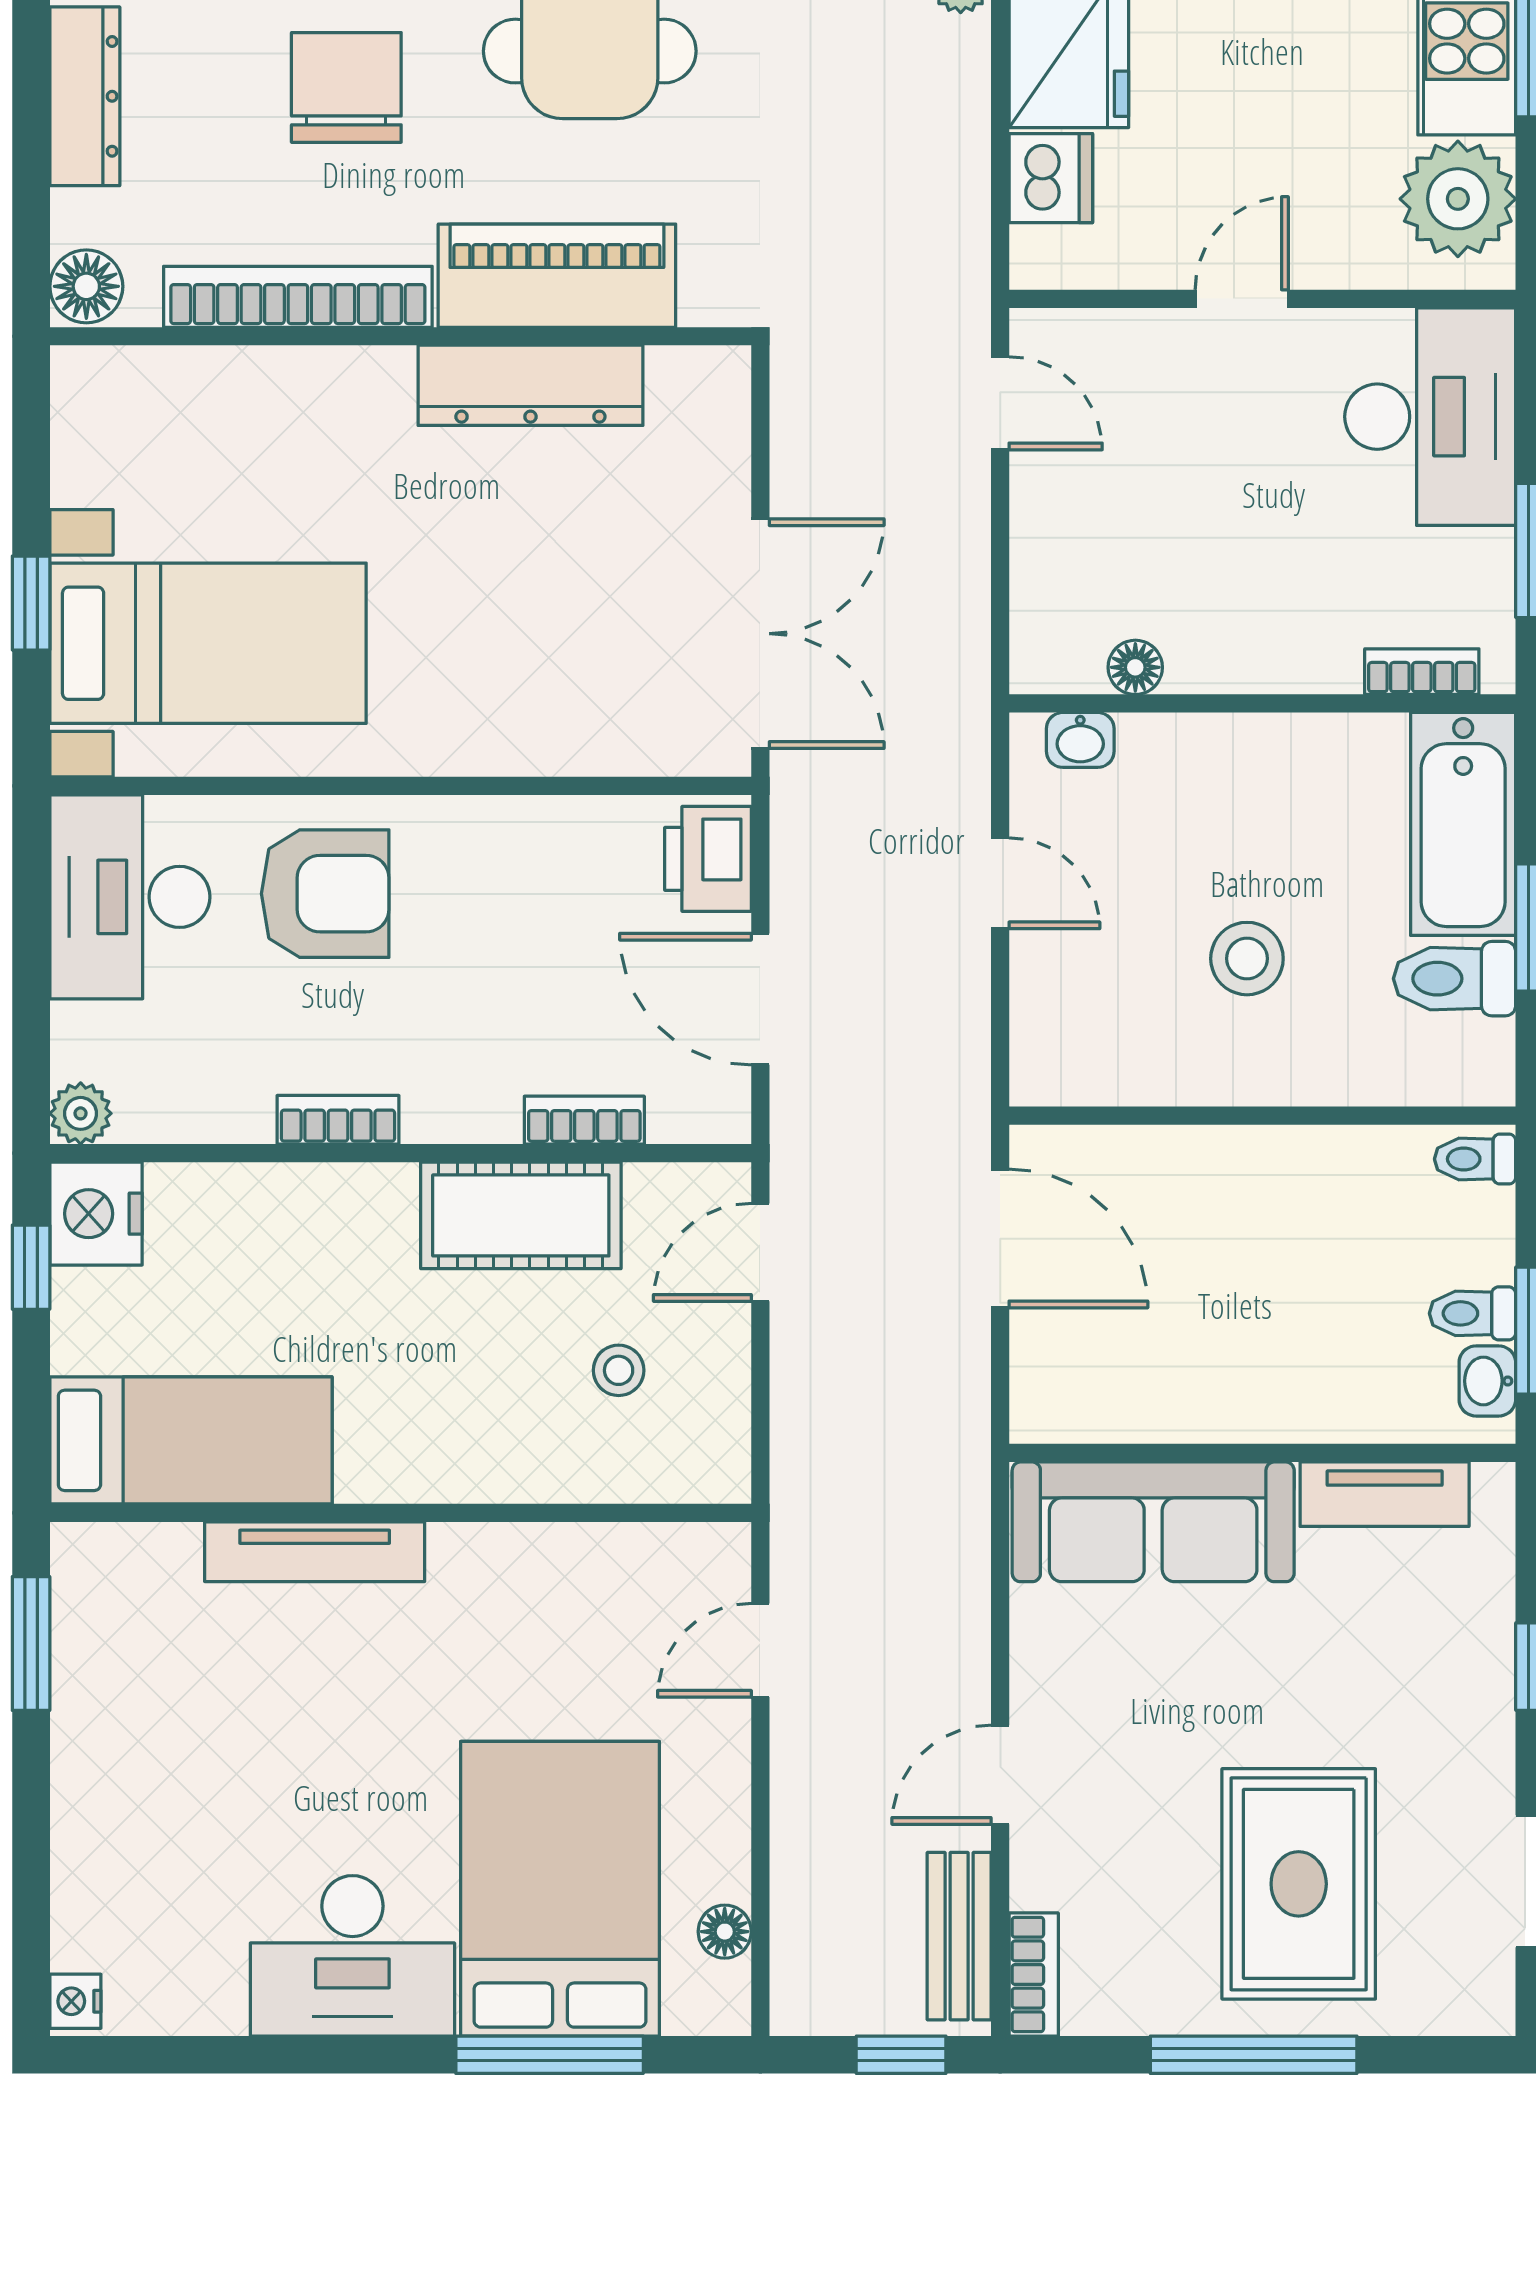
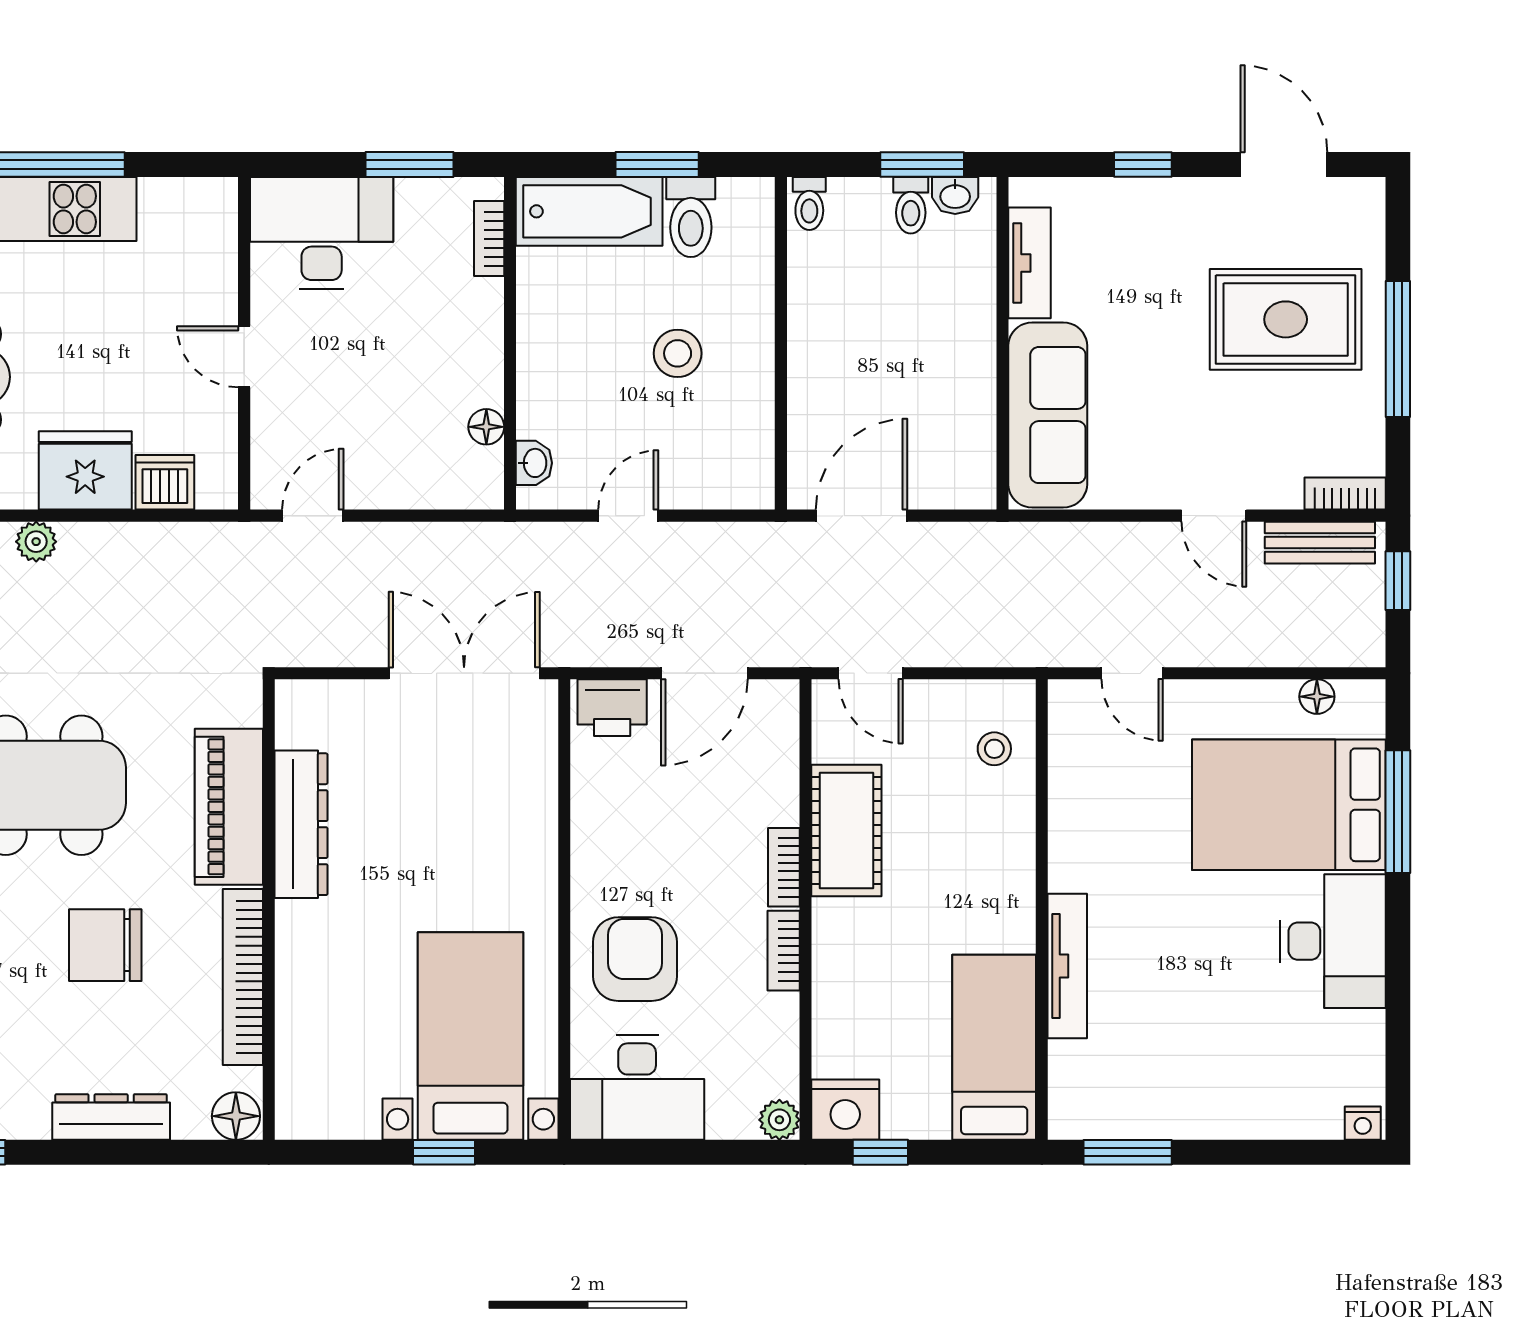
plant: (1458, 199) -> (178, 215), removed
bookcase: (584, 1120) -> (784, 867), moved
stool: (619, 1370) -> (994, 749), moved

